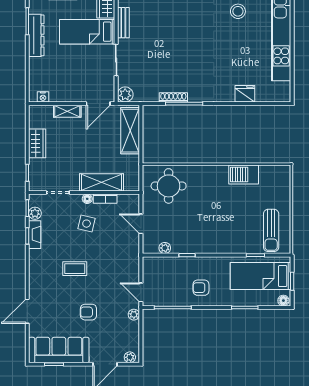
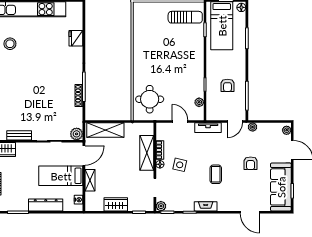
bed: (87, 32) -> (61, 176), moved, turned 90
dresser: (36, 35) -> (46, 205), moved
door: (98, 104) -> (84, 155), hinge flipped
barbecue: (244, 174) -> (140, 39), removed
plant: (35, 213) -> (161, 206), moved
door: (141, 224) -> (180, 121), swing flipped
fireplace: (35, 235) -> (206, 206), moved
tv unit: (133, 259) -> (208, 128), added
armchair: (201, 288) -> (227, 85), moved

